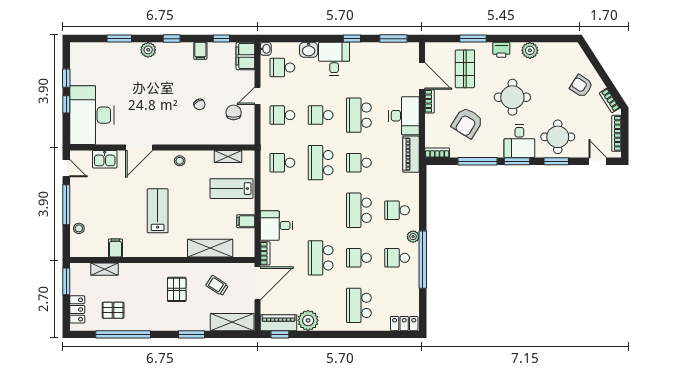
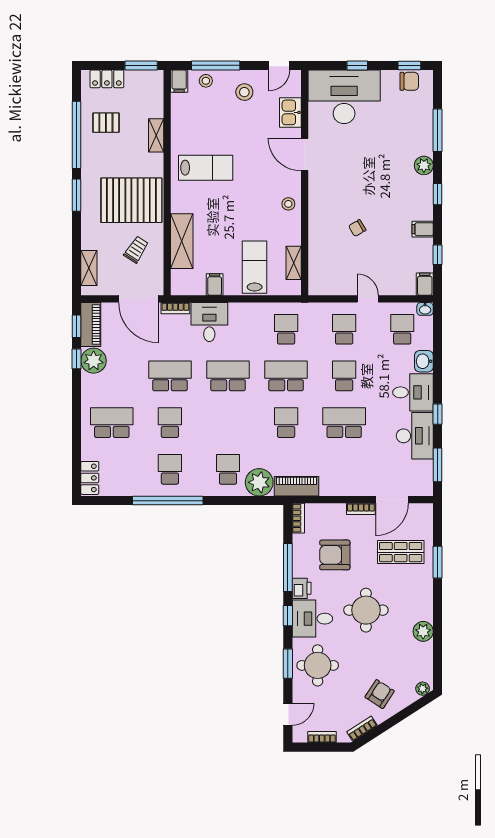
window: (119, 39) -> (438, 130), width x1.44
printer: (501, 50) -> (302, 588), moved, turned 180
plant: (577, 51) -> (423, 689), added
filing cabinet: (245, 56) -> (425, 284), width x0.50
window: (66, 78) -> (409, 65), moved
chair: (234, 112) -> (409, 81), moved
desk: (404, 116) -> (415, 436), moved, turned -90
armchair: (467, 123) -> (335, 555), turned -32
bookcase: (616, 133) -> (322, 737), width x0.64
window: (517, 161) -> (288, 616), width x0.67
stool: (88, 197) -> (244, 92), added
window: (66, 205) -> (216, 65), moved
school desk: (359, 210) -> (228, 376), moved
lab bench: (158, 211) -> (206, 168), moved
plant: (413, 237) -> (259, 482), moved, width x1.88, depth x1.88
filing cabinet: (116, 248) -> (179, 81), moved, turned 90
shelving: (104, 269) -> (156, 135), moved
pallet: (177, 289) -> (131, 200), width x2.05, depth x2.00
pallet: (113, 310) -> (106, 123), turned 90
shelving: (232, 322) -> (89, 268), width x0.67, depth x0.75
window: (192, 334) -> (76, 195), moved
window: (307, 334) -> (76, 359), added

